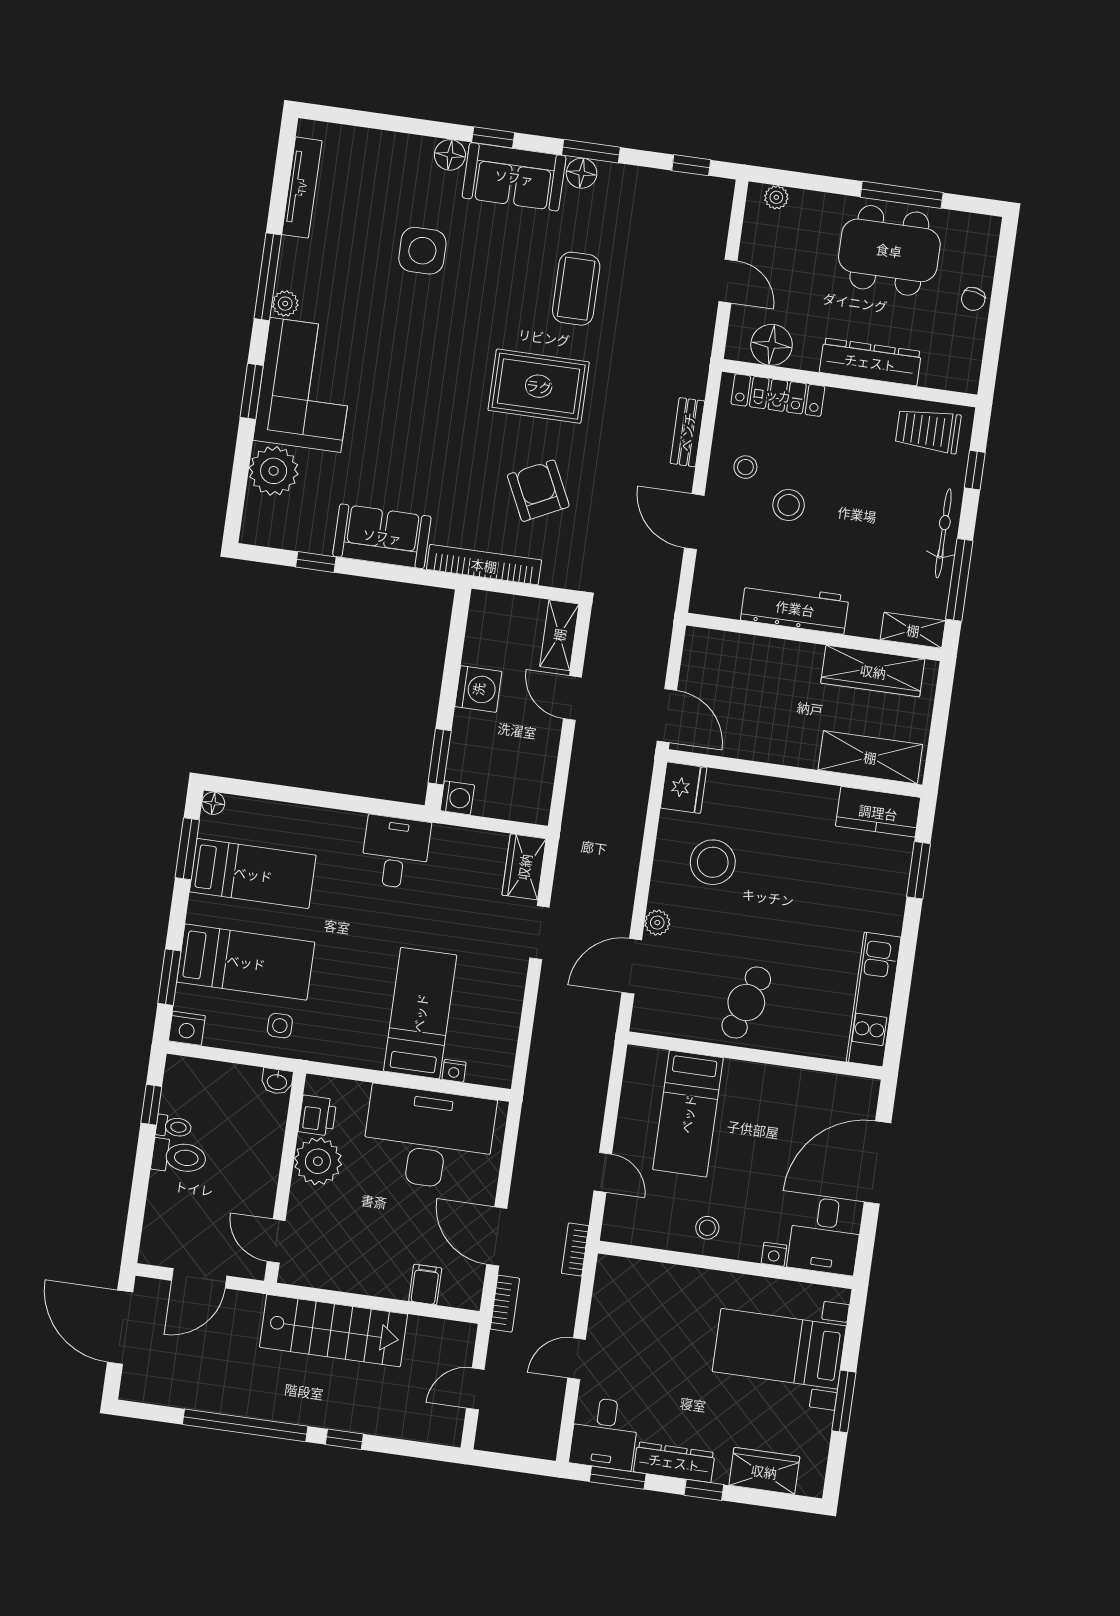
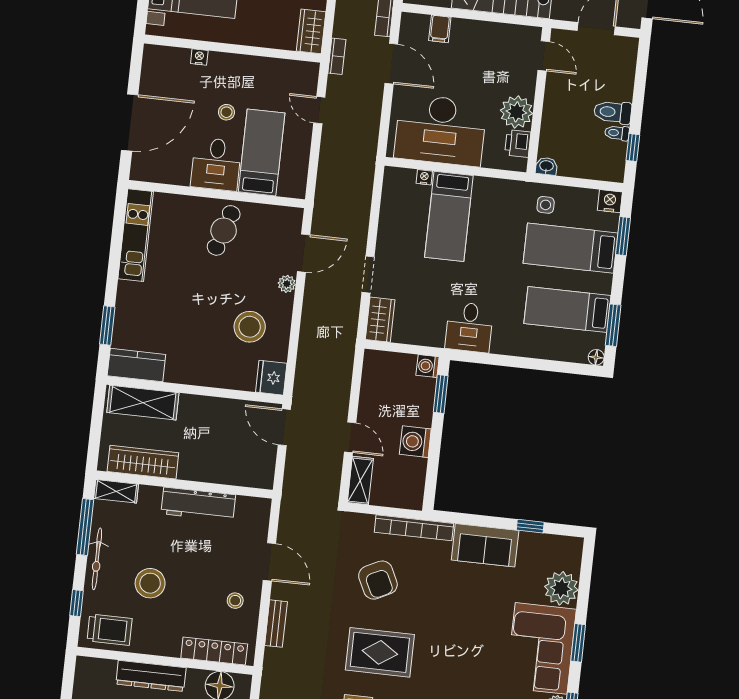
stool: (789, 505) -> (150, 583), moved, width x1.38, depth x1.38
stool: (707, 1228) -> (226, 112), moved
desk: (825, 1236) -> (216, 164), moved, turned 180
wardrobe: (611, 1286) -> (311, 31), added

